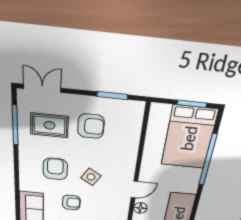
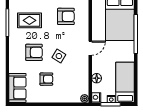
armchair: (91, 126) -> (66, 16), moved
armchair: (55, 169) -> (34, 52), turned 90
door: (134, 189) -> (90, 48), moved

